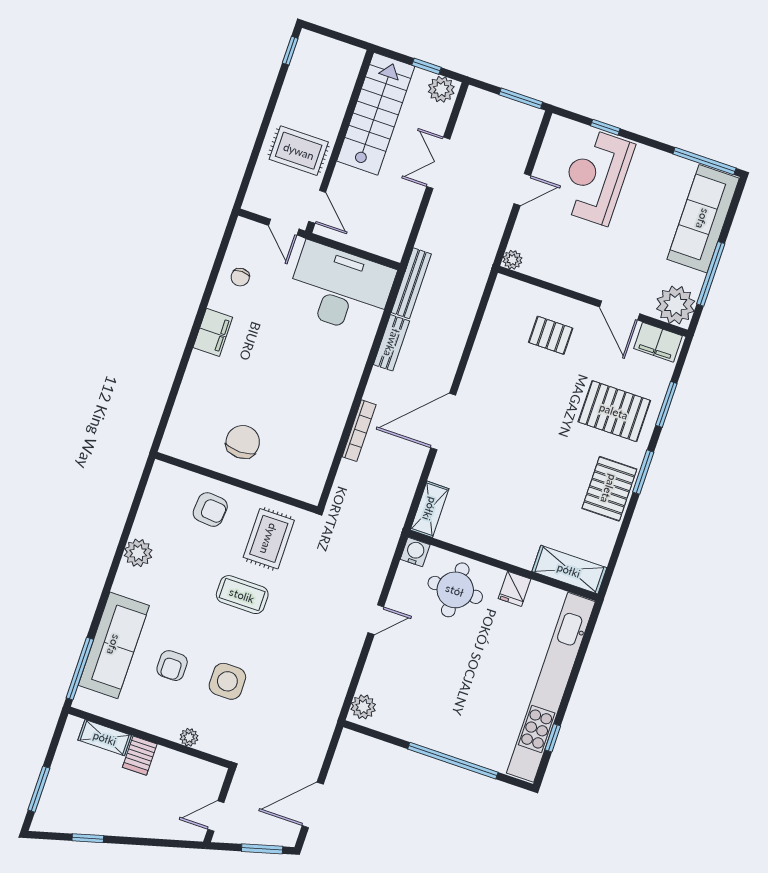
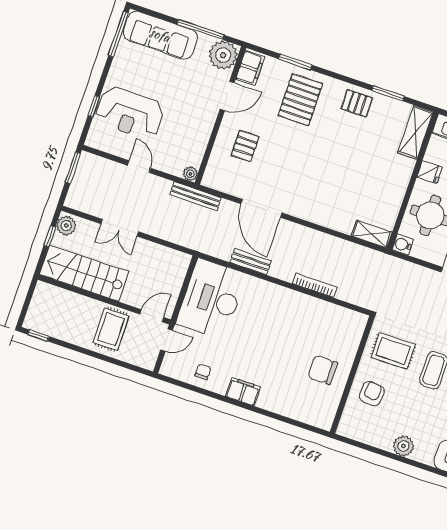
chair: (240, 277) -> (203, 372), turned -90
bench: (411, 283) -> (195, 196), moved
door: (443, 422) -> (261, 208), moved
window: (643, 472) -> (388, 93), moved
pallet: (609, 489) -> (357, 103), width x0.67, depth x0.71

